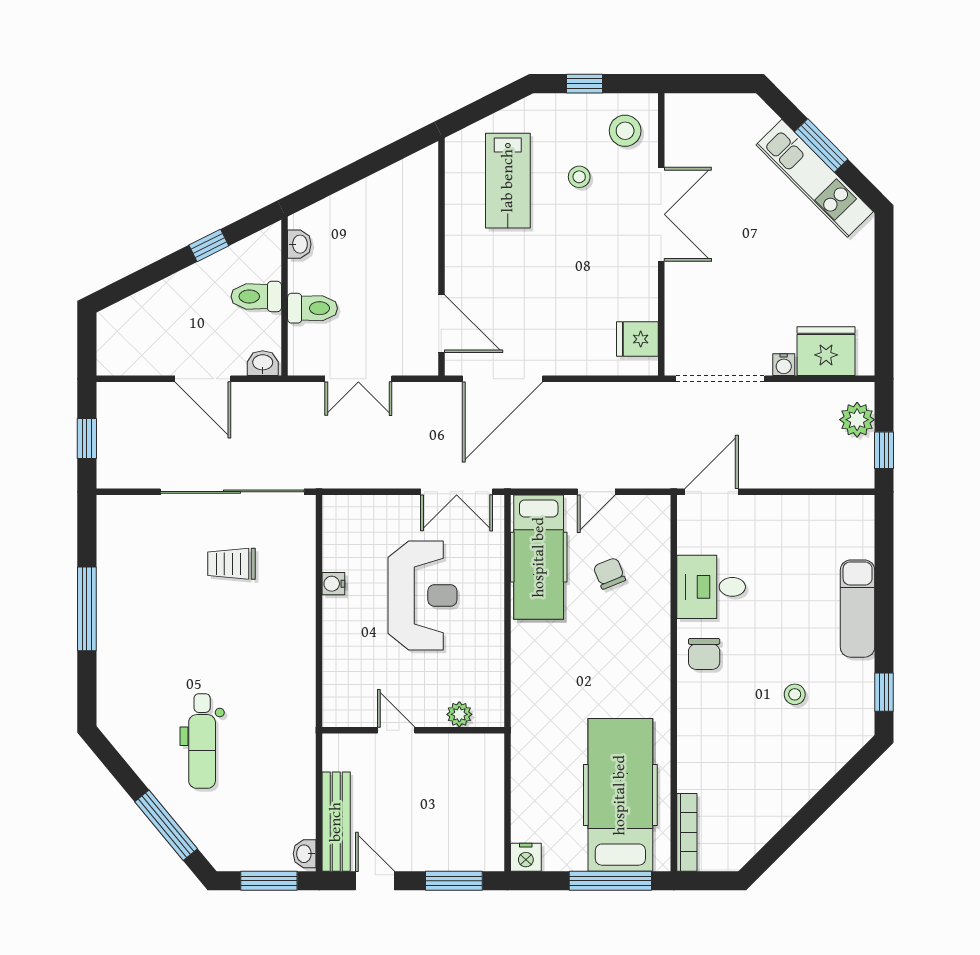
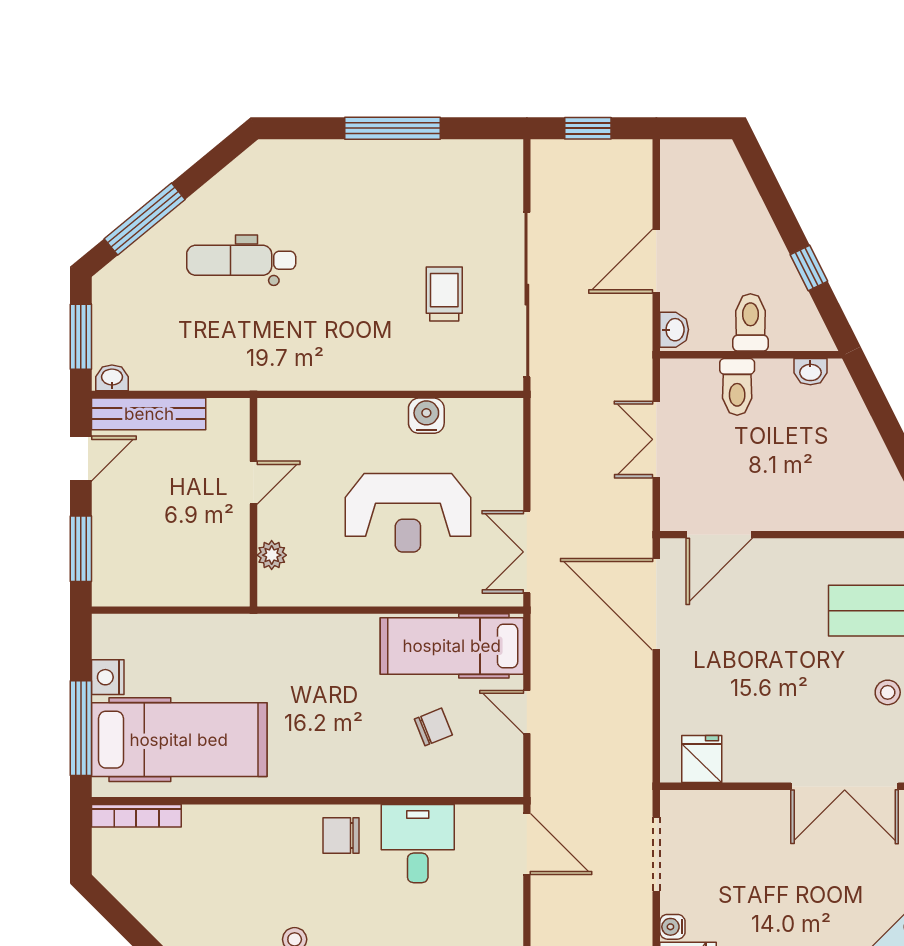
doorway: (720, 379) -> (656, 854), width x0.73
water cooler: (333, 584) -> (426, 416), width x1.38, depth x1.38
nightstand: (526, 857) -> (108, 677), moved

